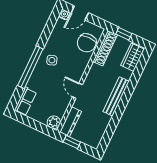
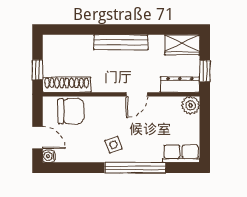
wardrobe: (133, 57) -> (182, 45), moved

